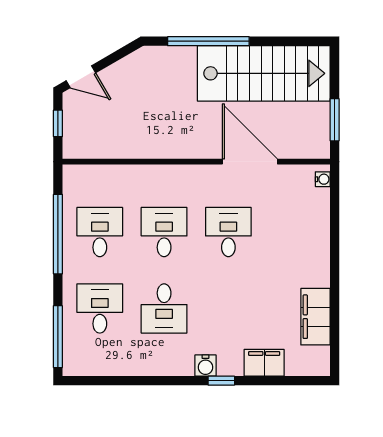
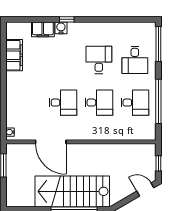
stairs: (264, 73) -> (72, 191), moved
desk: (100, 232) -> (135, 103), turned -90
desk: (164, 232) -> (99, 103), turned -90
desk: (228, 232) -> (63, 103), turned -90
water cooler: (205, 366) -> (61, 28), moved

